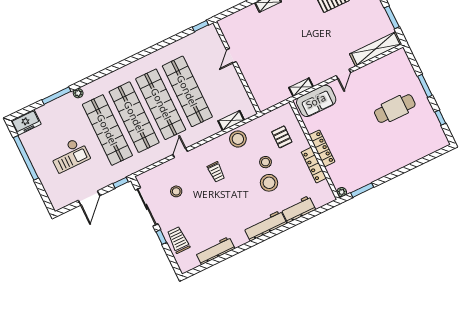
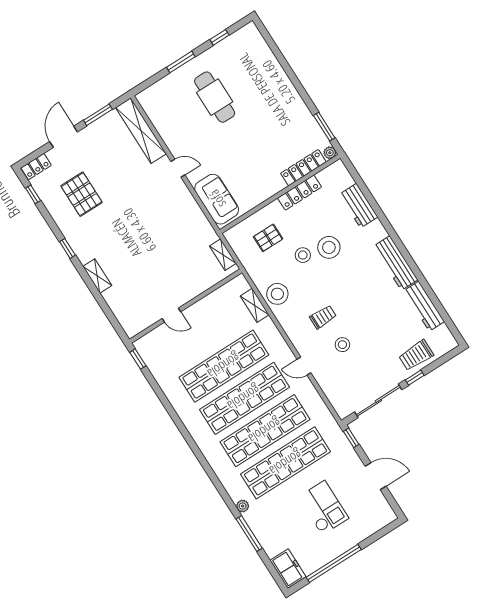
shelving: (301, 87) -> (223, 255), moved
locker: (322, 148) -> (303, 168), moved
stool: (176, 191) -> (342, 345), moved
workbench: (265, 226) -> (396, 263), moved

